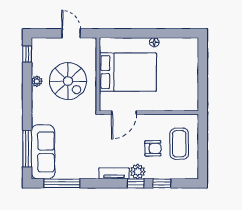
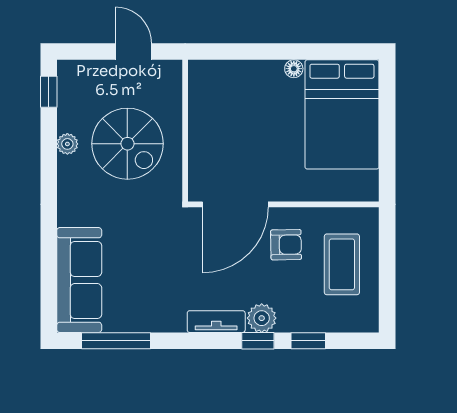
bed: (128, 72) -> (342, 114), moved, turned 90
door: (124, 113) -> (235, 204), width x1.36
armchair: (153, 148) -> (286, 245), moved
window: (27, 149) -> (49, 274), removed

